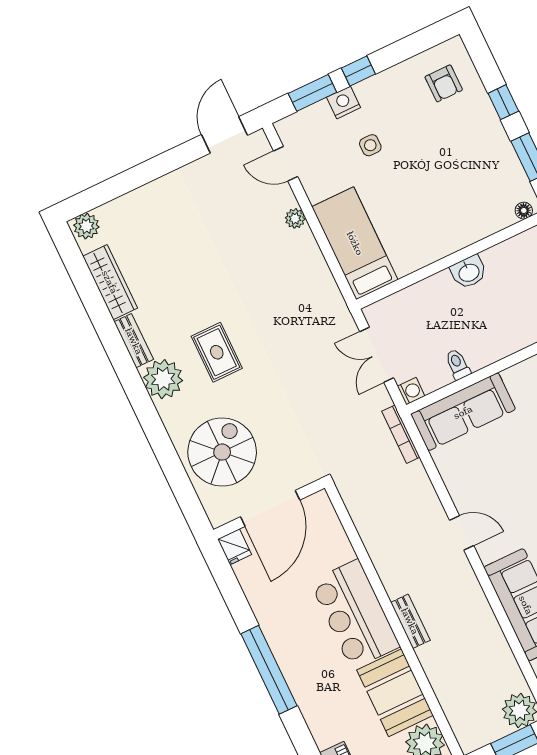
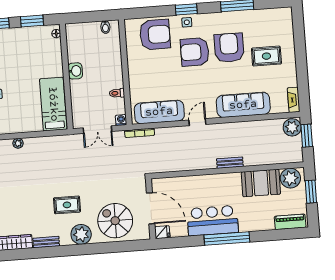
bed: (355, 243) -> (53, 104), moved, turned 90
plant: (163, 379) -> (81, 234), moved
sofa: (463, 412) -> (159, 112), moved, turned -90
bar counter: (355, 614) -> (213, 221), moved, turned 180

